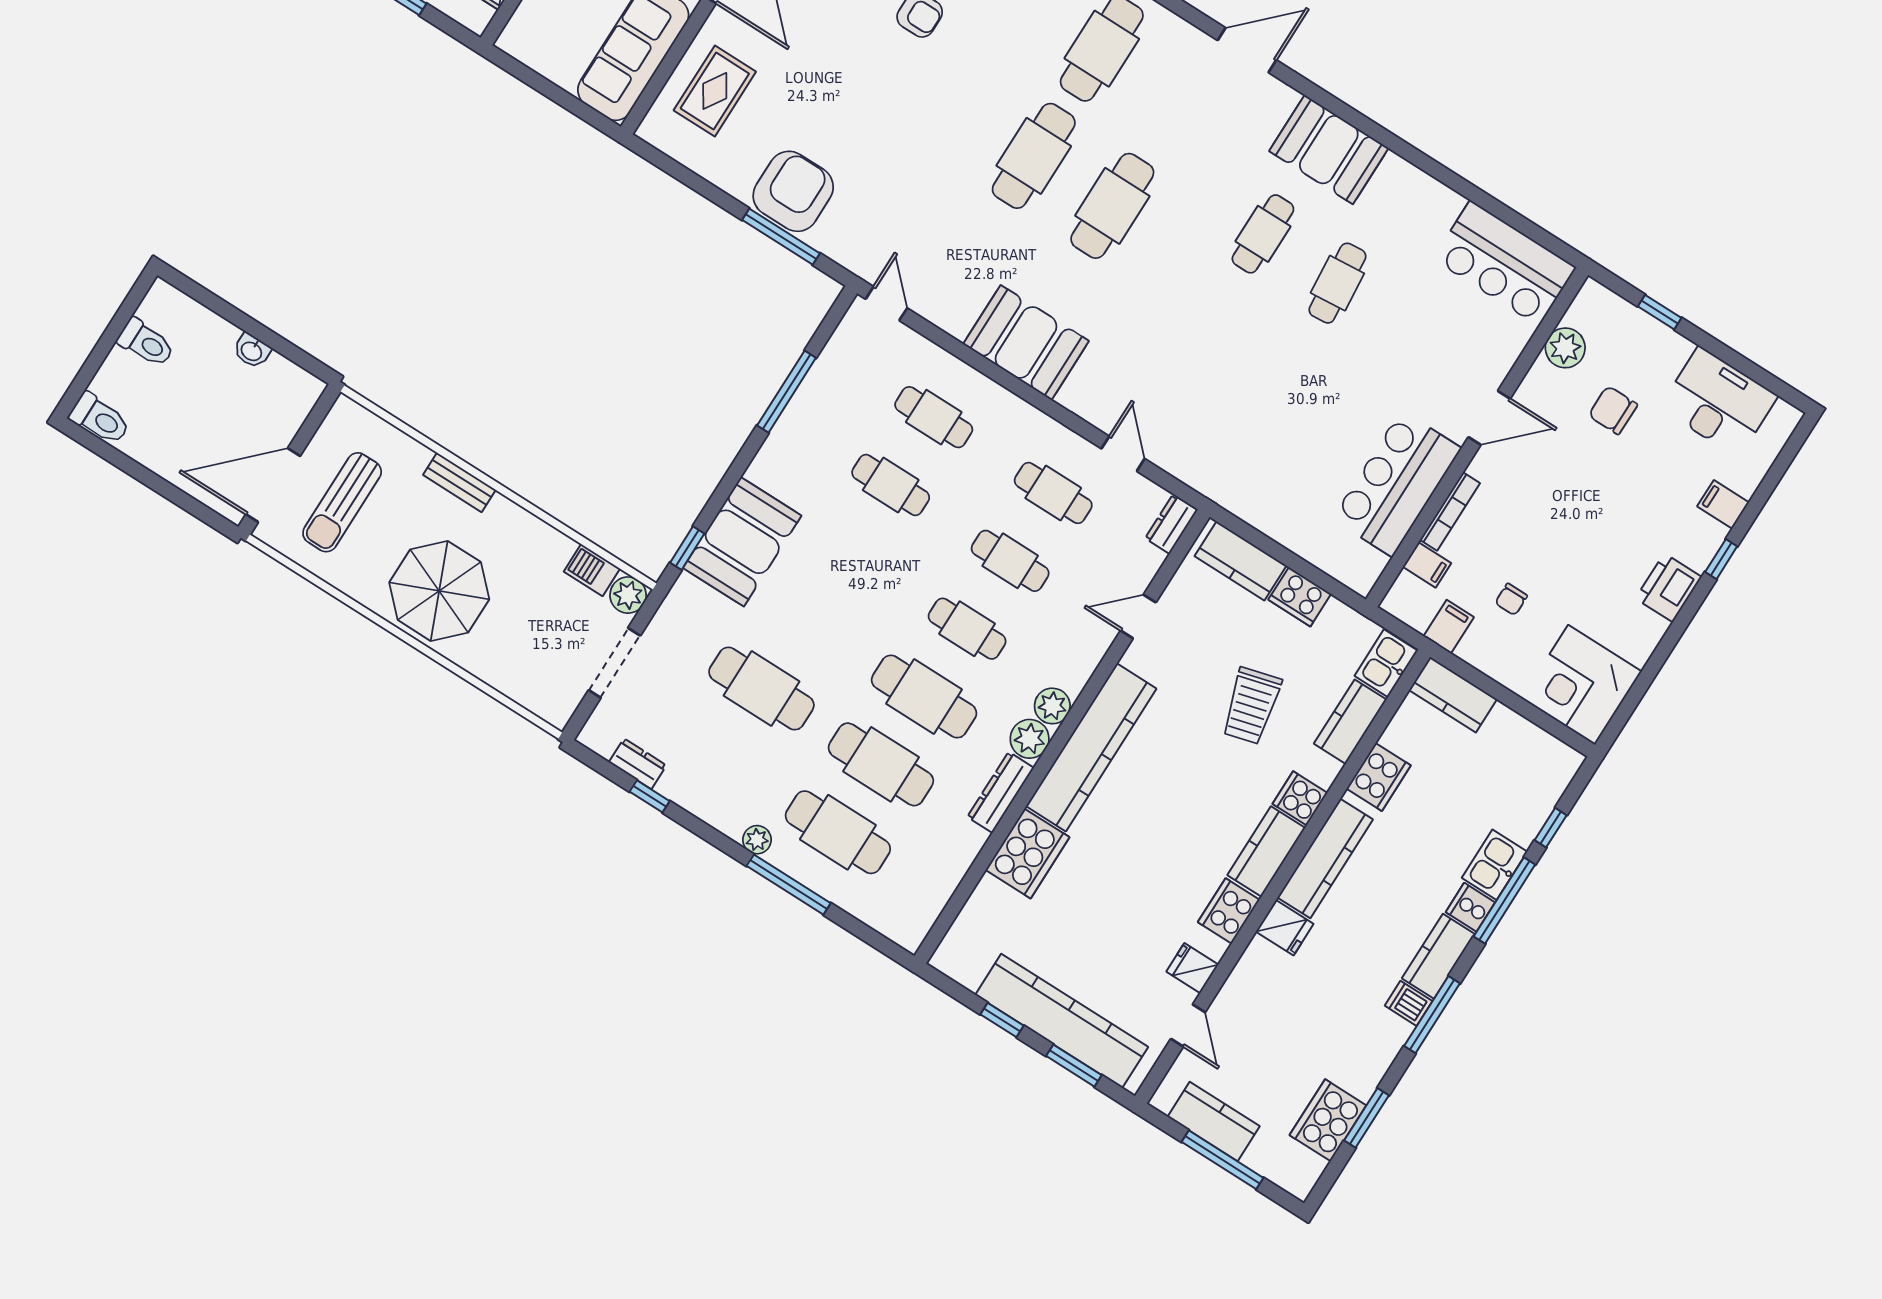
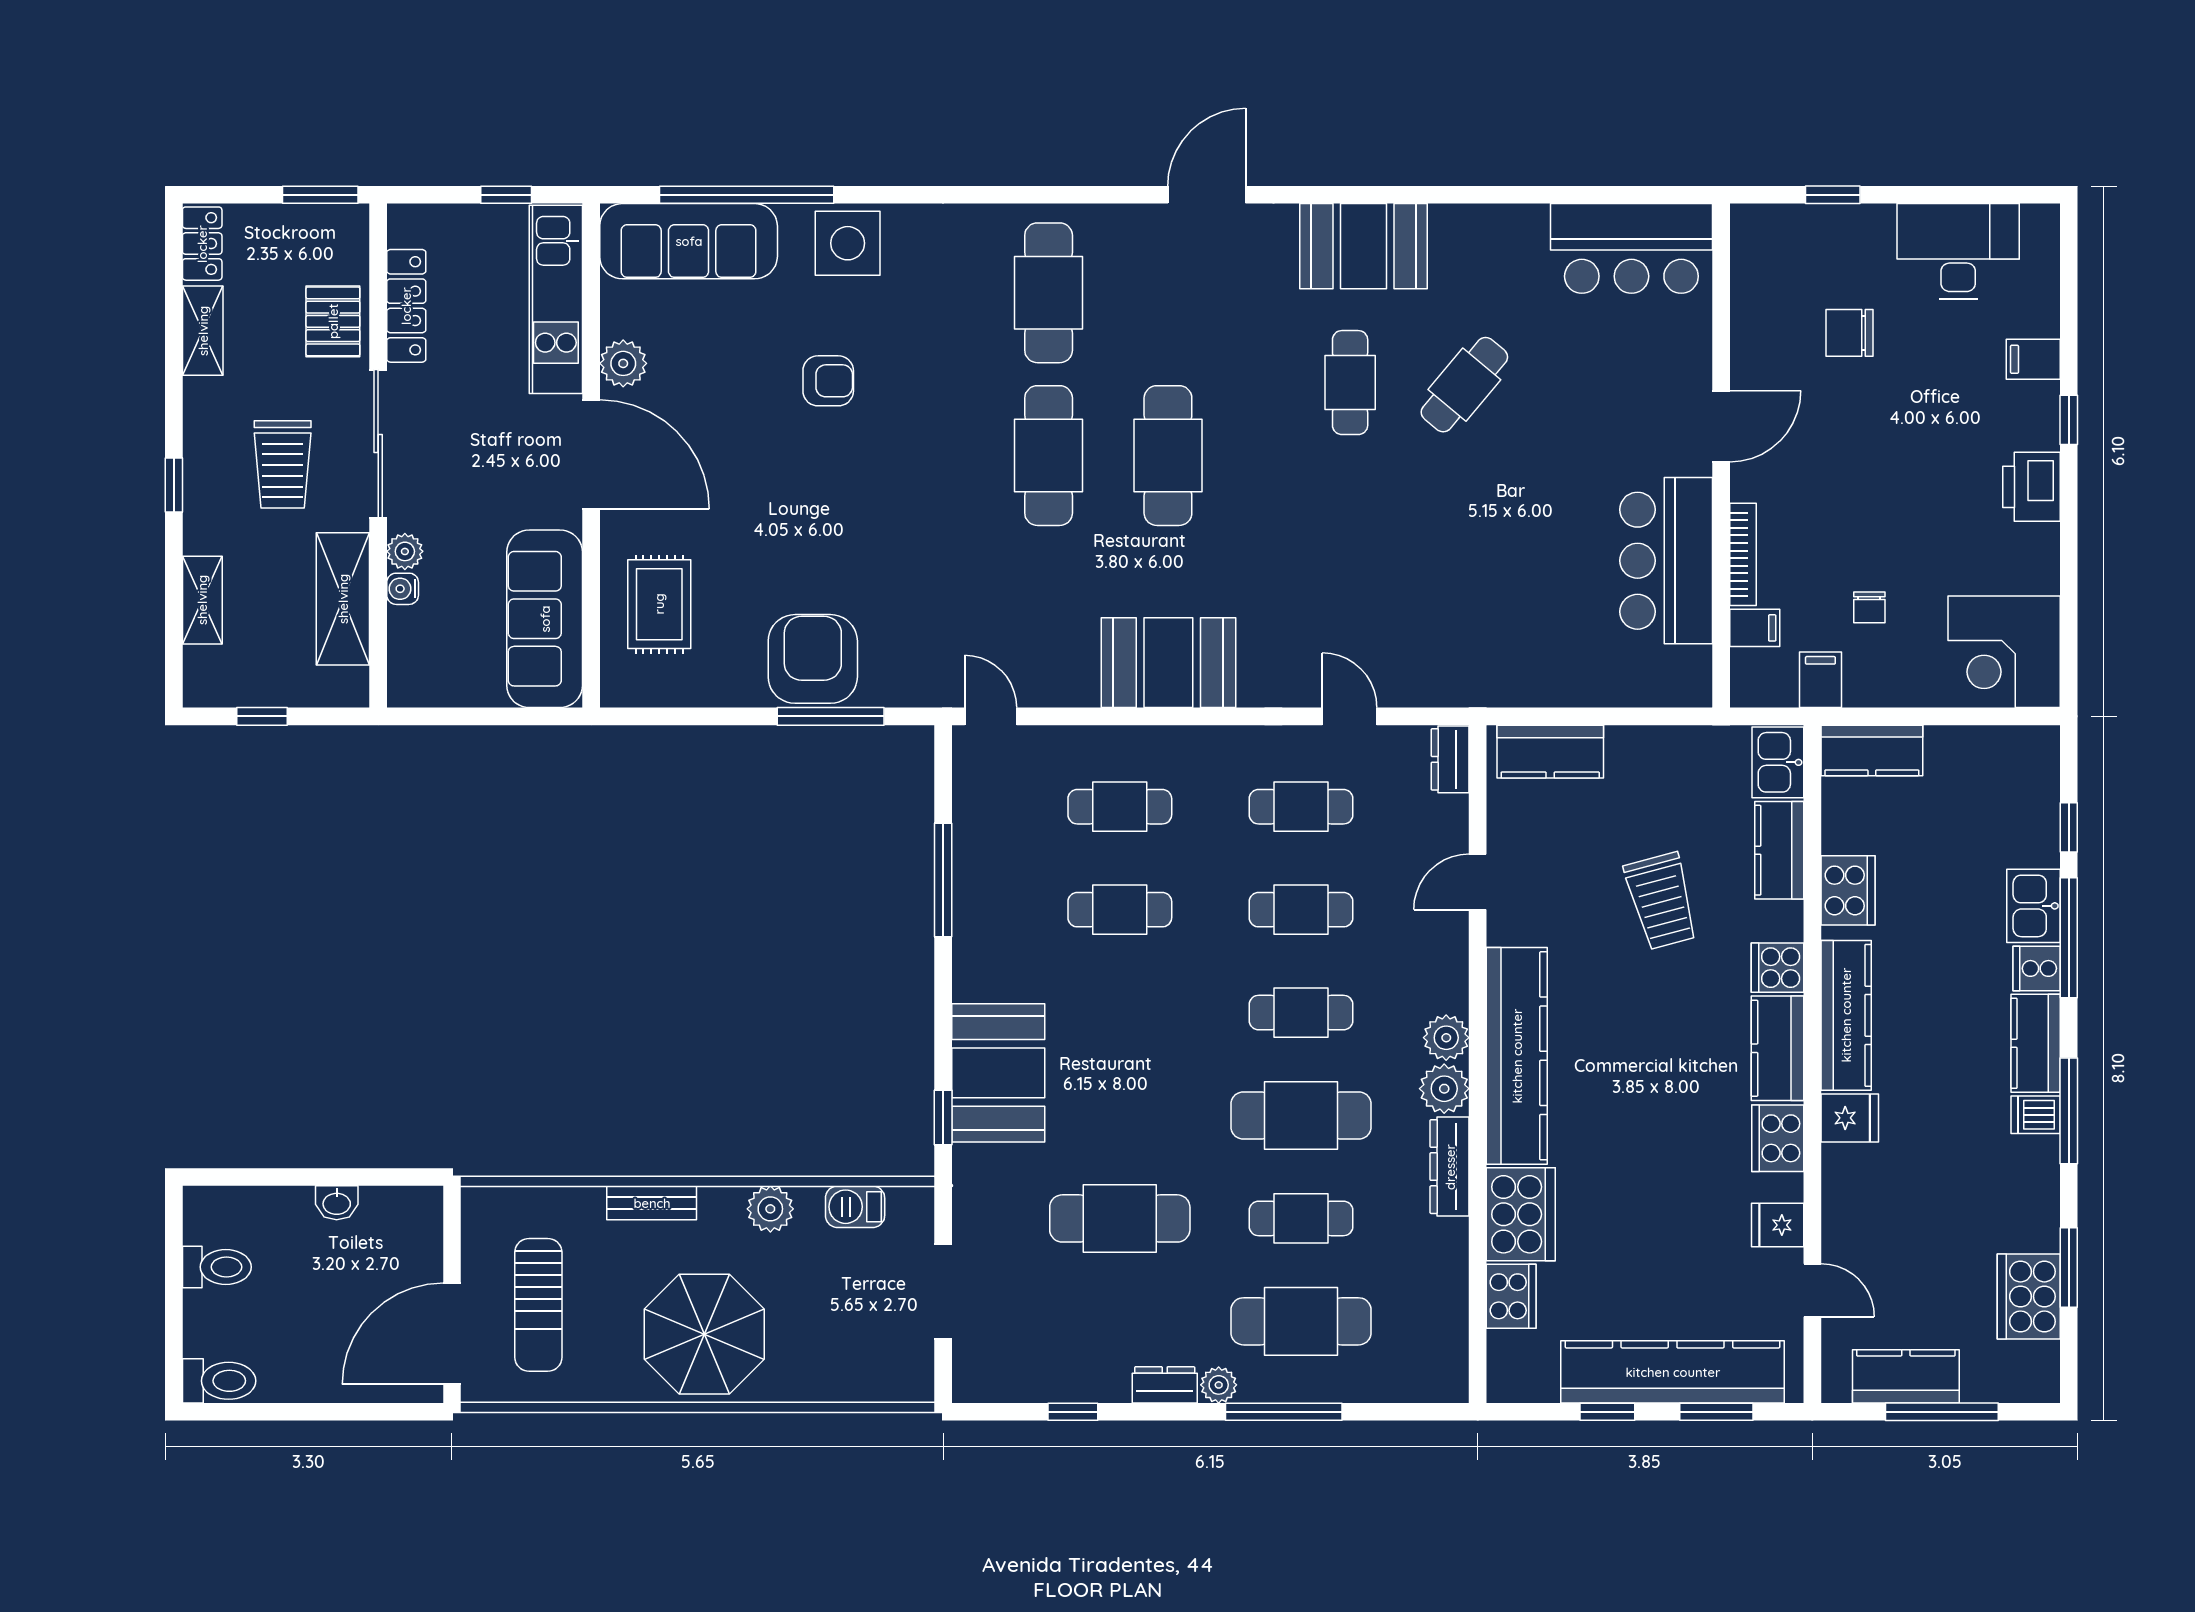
cafe table: (1337, 283) -> (1464, 385), turned 45
plant: (1565, 348) -> (1755, 298), removed
plant: (628, 595) -> (770, 1209), moved
cooker: (1300, 597) -> (1511, 1296), moved, turned -90
dresser: (638, 764) -> (1165, 1385), moved
cafe table: (881, 764) -> (1301, 1218), width x0.73, depth x0.74

